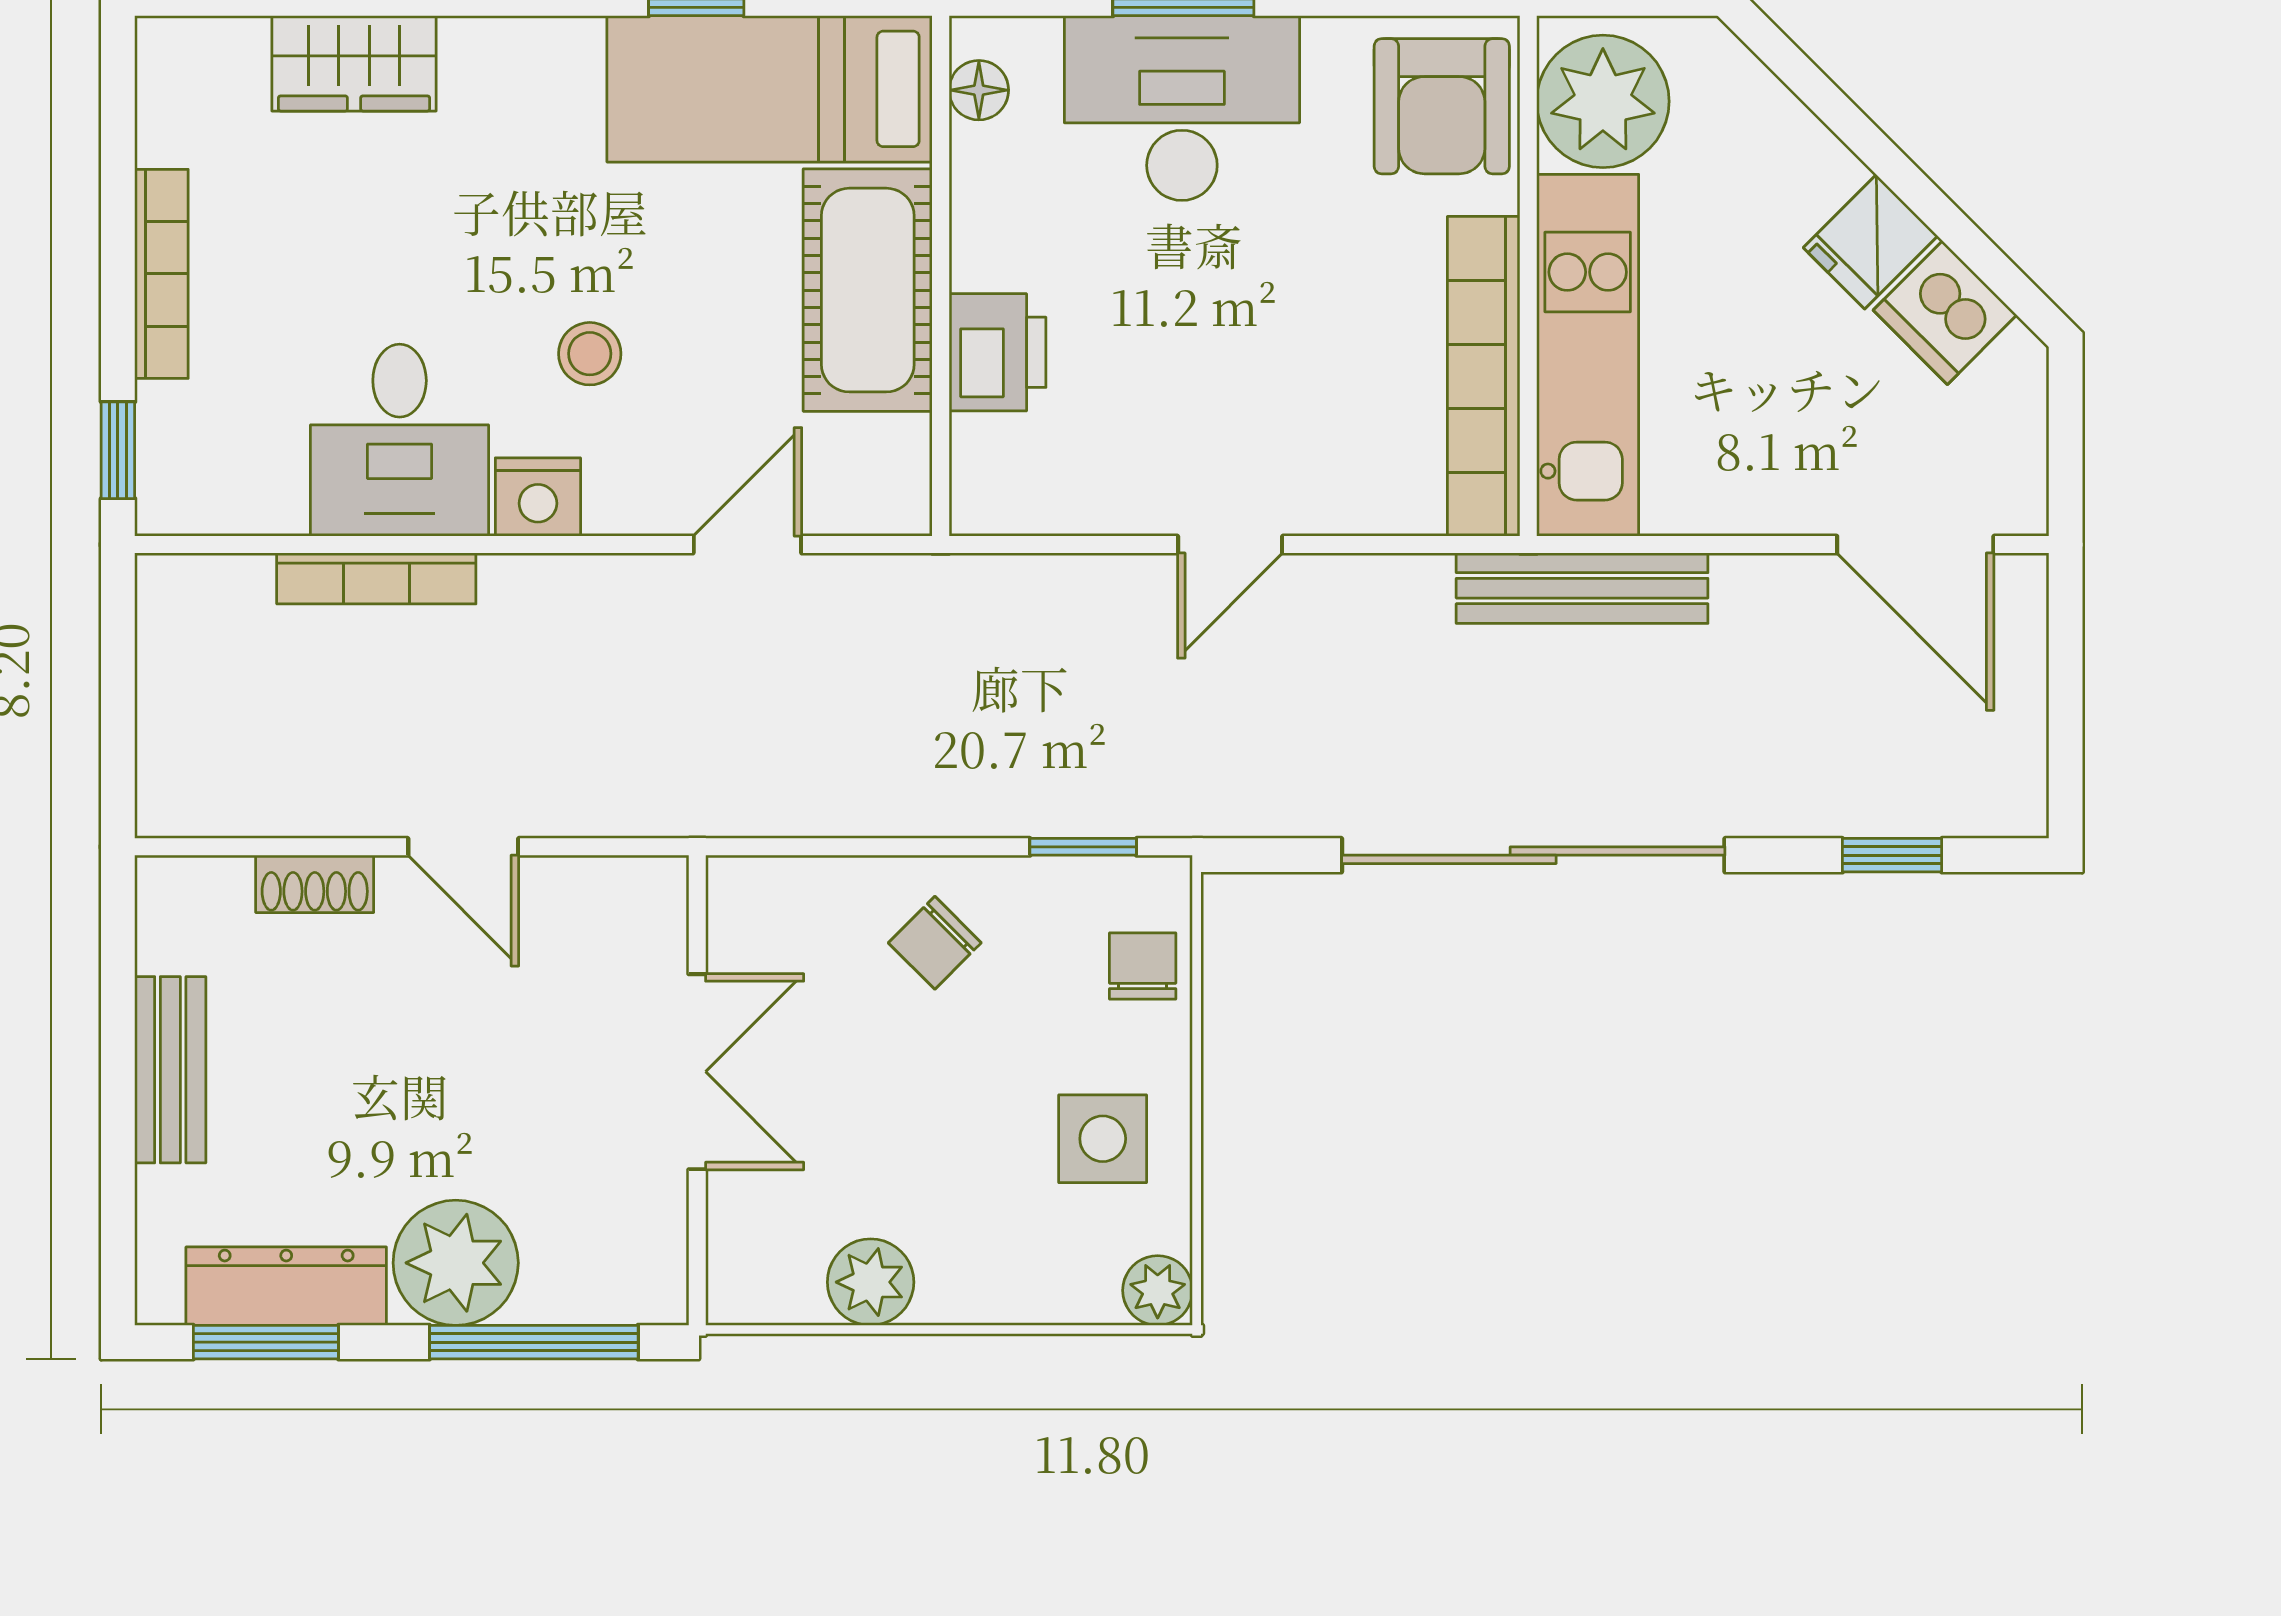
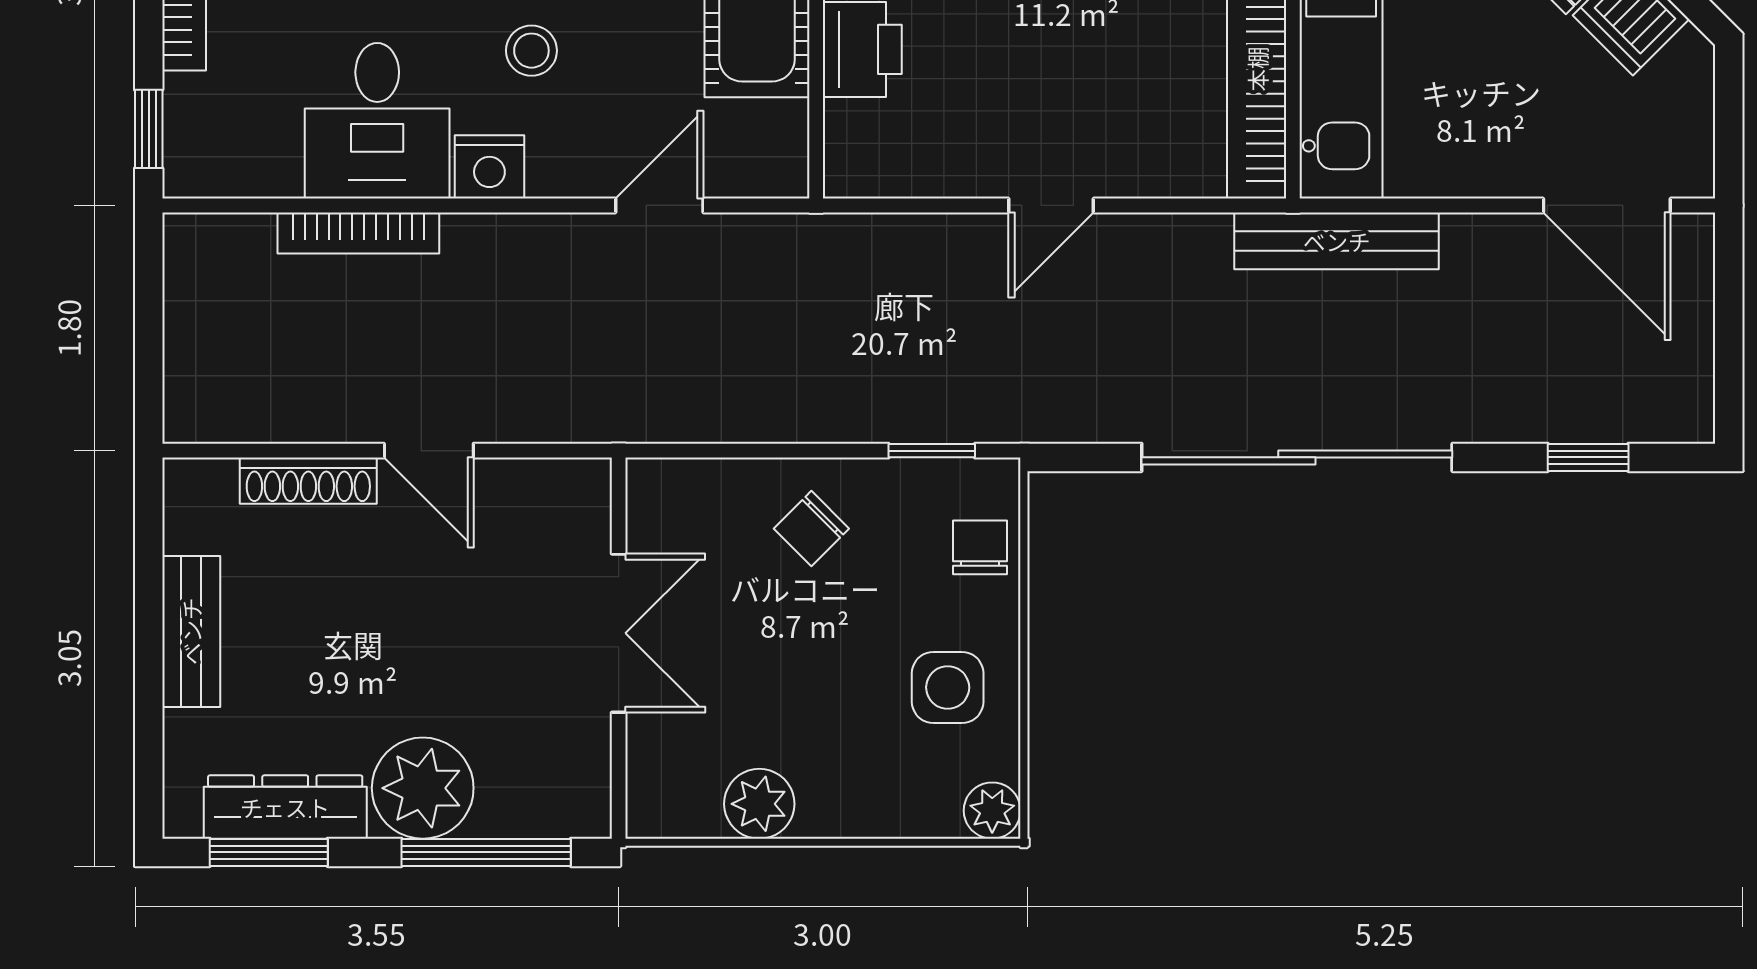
shoe rack: (315, 884) -> (308, 481), width x1.43

